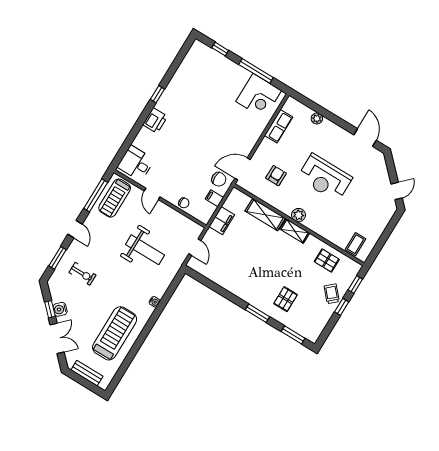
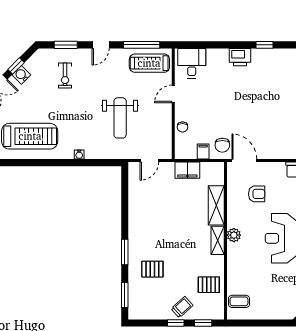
pallet: (327, 261) -> (209, 285), turned 90

